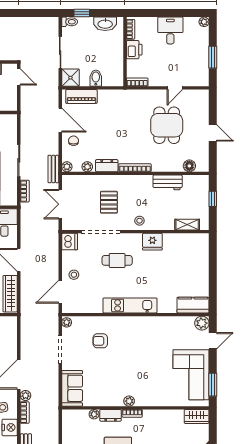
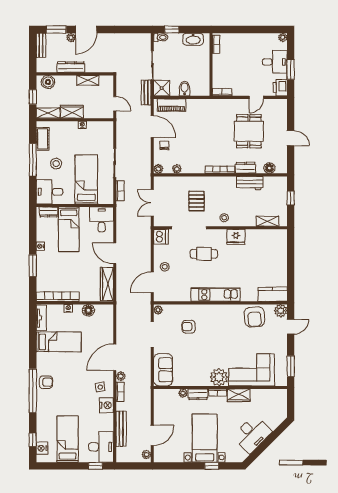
desk: (170, 30) -> (275, 62), moved, turned 90
printer: (134, 50) -> (280, 88), moved, turned 180
door: (19, 77) -> (115, 104), moved
dresser: (107, 166) -> (246, 168), moved
bench: (53, 169) -> (146, 92), moved
armchair: (173, 330) -> (255, 317), added
corner sofa: (191, 375) -> (251, 370), moved, turned 90
plant: (129, 401) -> (219, 377), width x1.87, depth x1.87
wardrobe: (197, 416) -> (239, 395), moved

